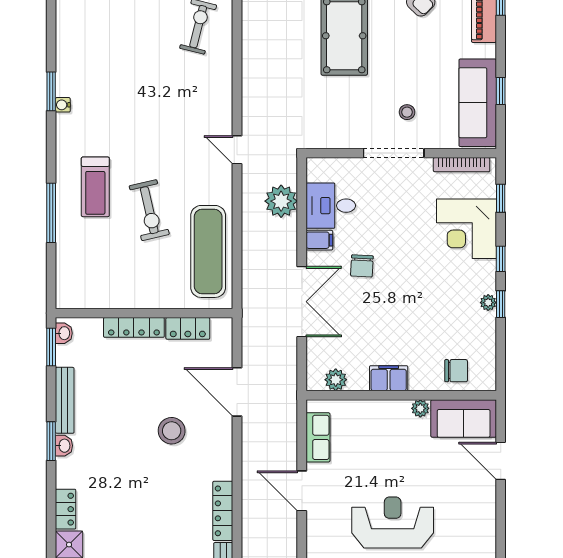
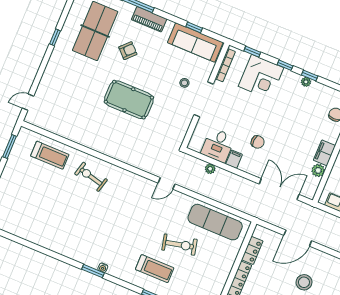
plant: (281, 201) -> (210, 169), width x0.53, depth x0.53
double door: (302, 302) -> (279, 189), moved
plant: (336, 380) -> (318, 170), moved

